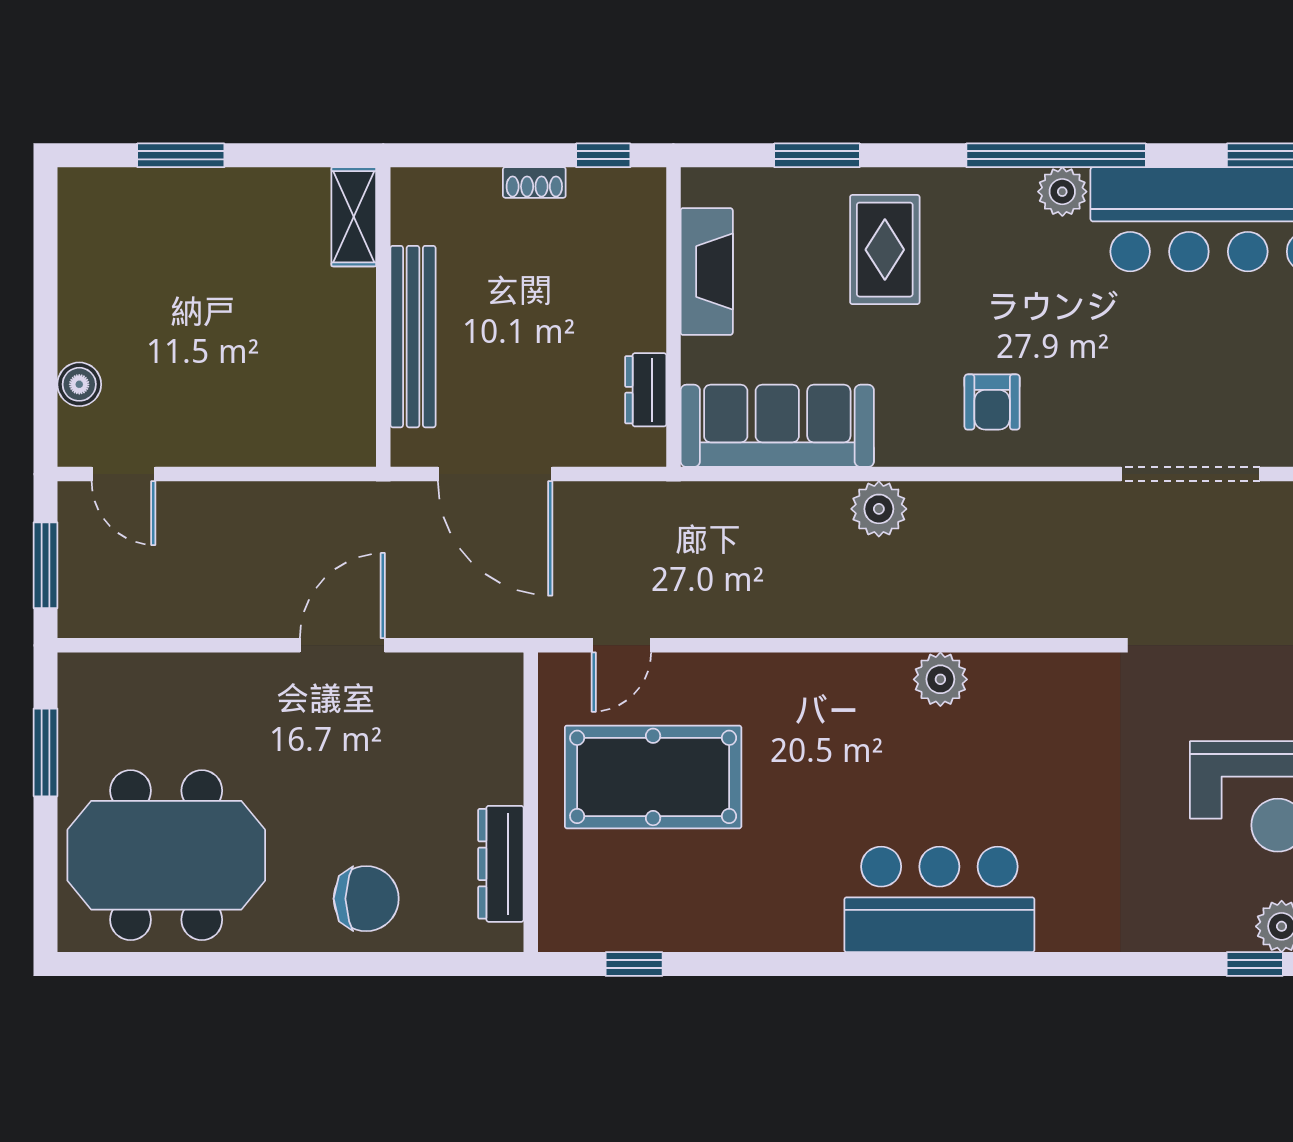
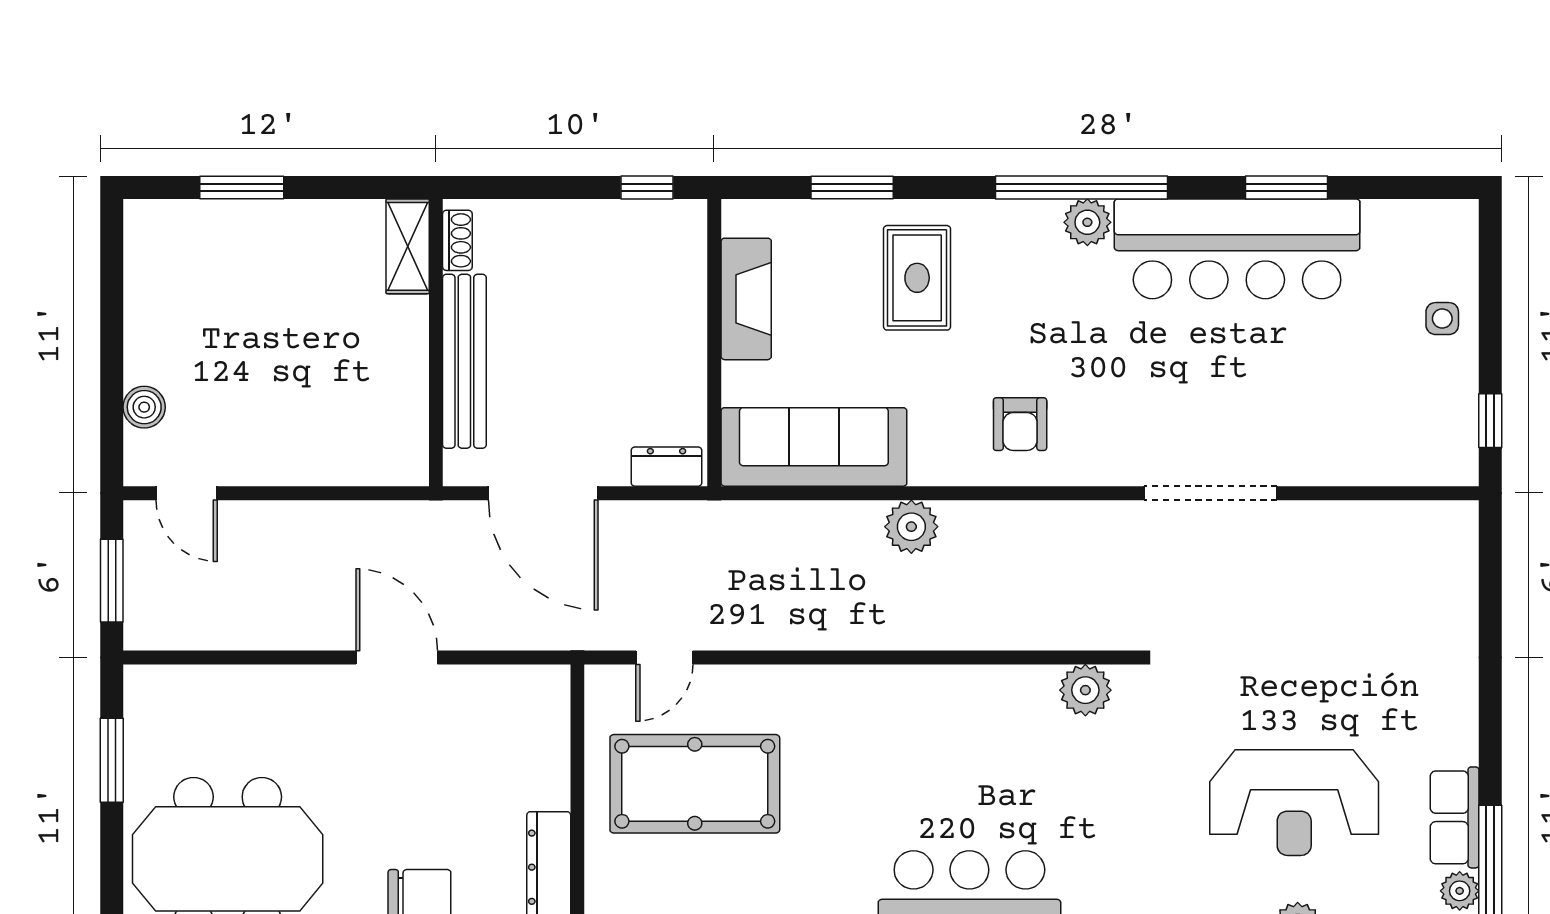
shoe rack: (534, 182) -> (457, 240), moved, turned -90
dresser: (646, 390) -> (666, 467), moved, turned 90
door: (342, 645) -> (397, 658), hinge flipped
plant: (940, 679) -> (1085, 690), moved

